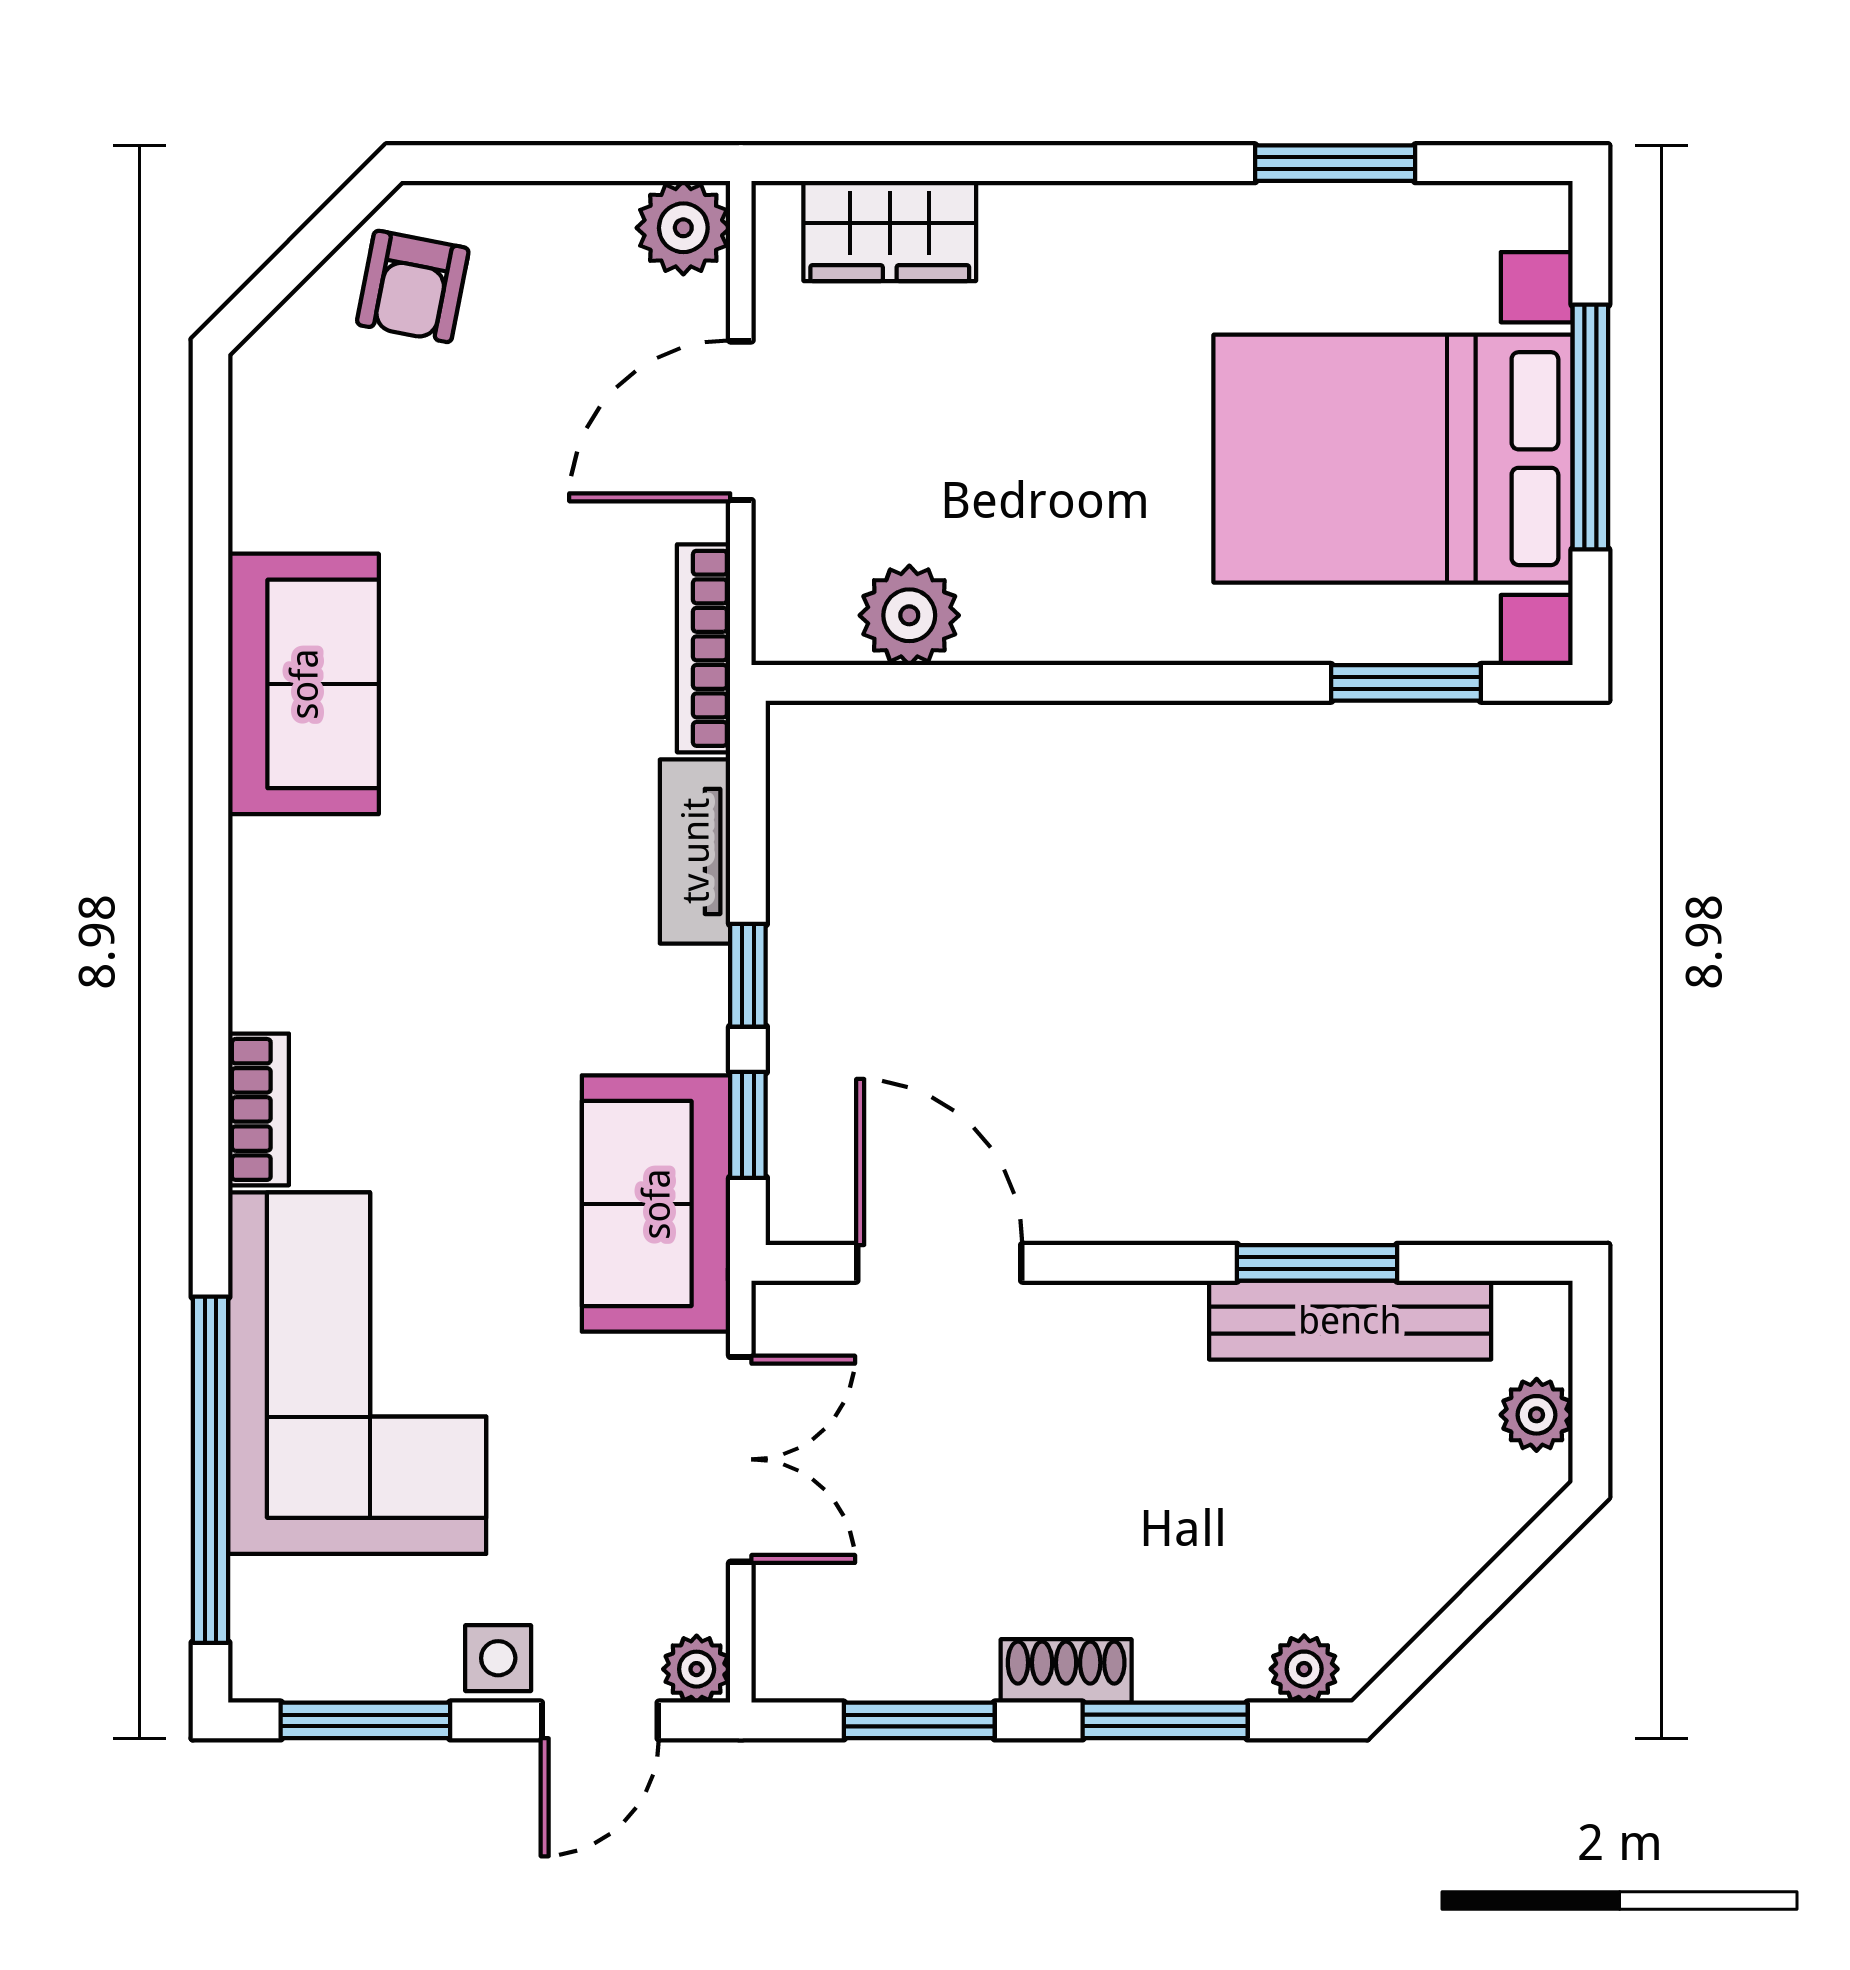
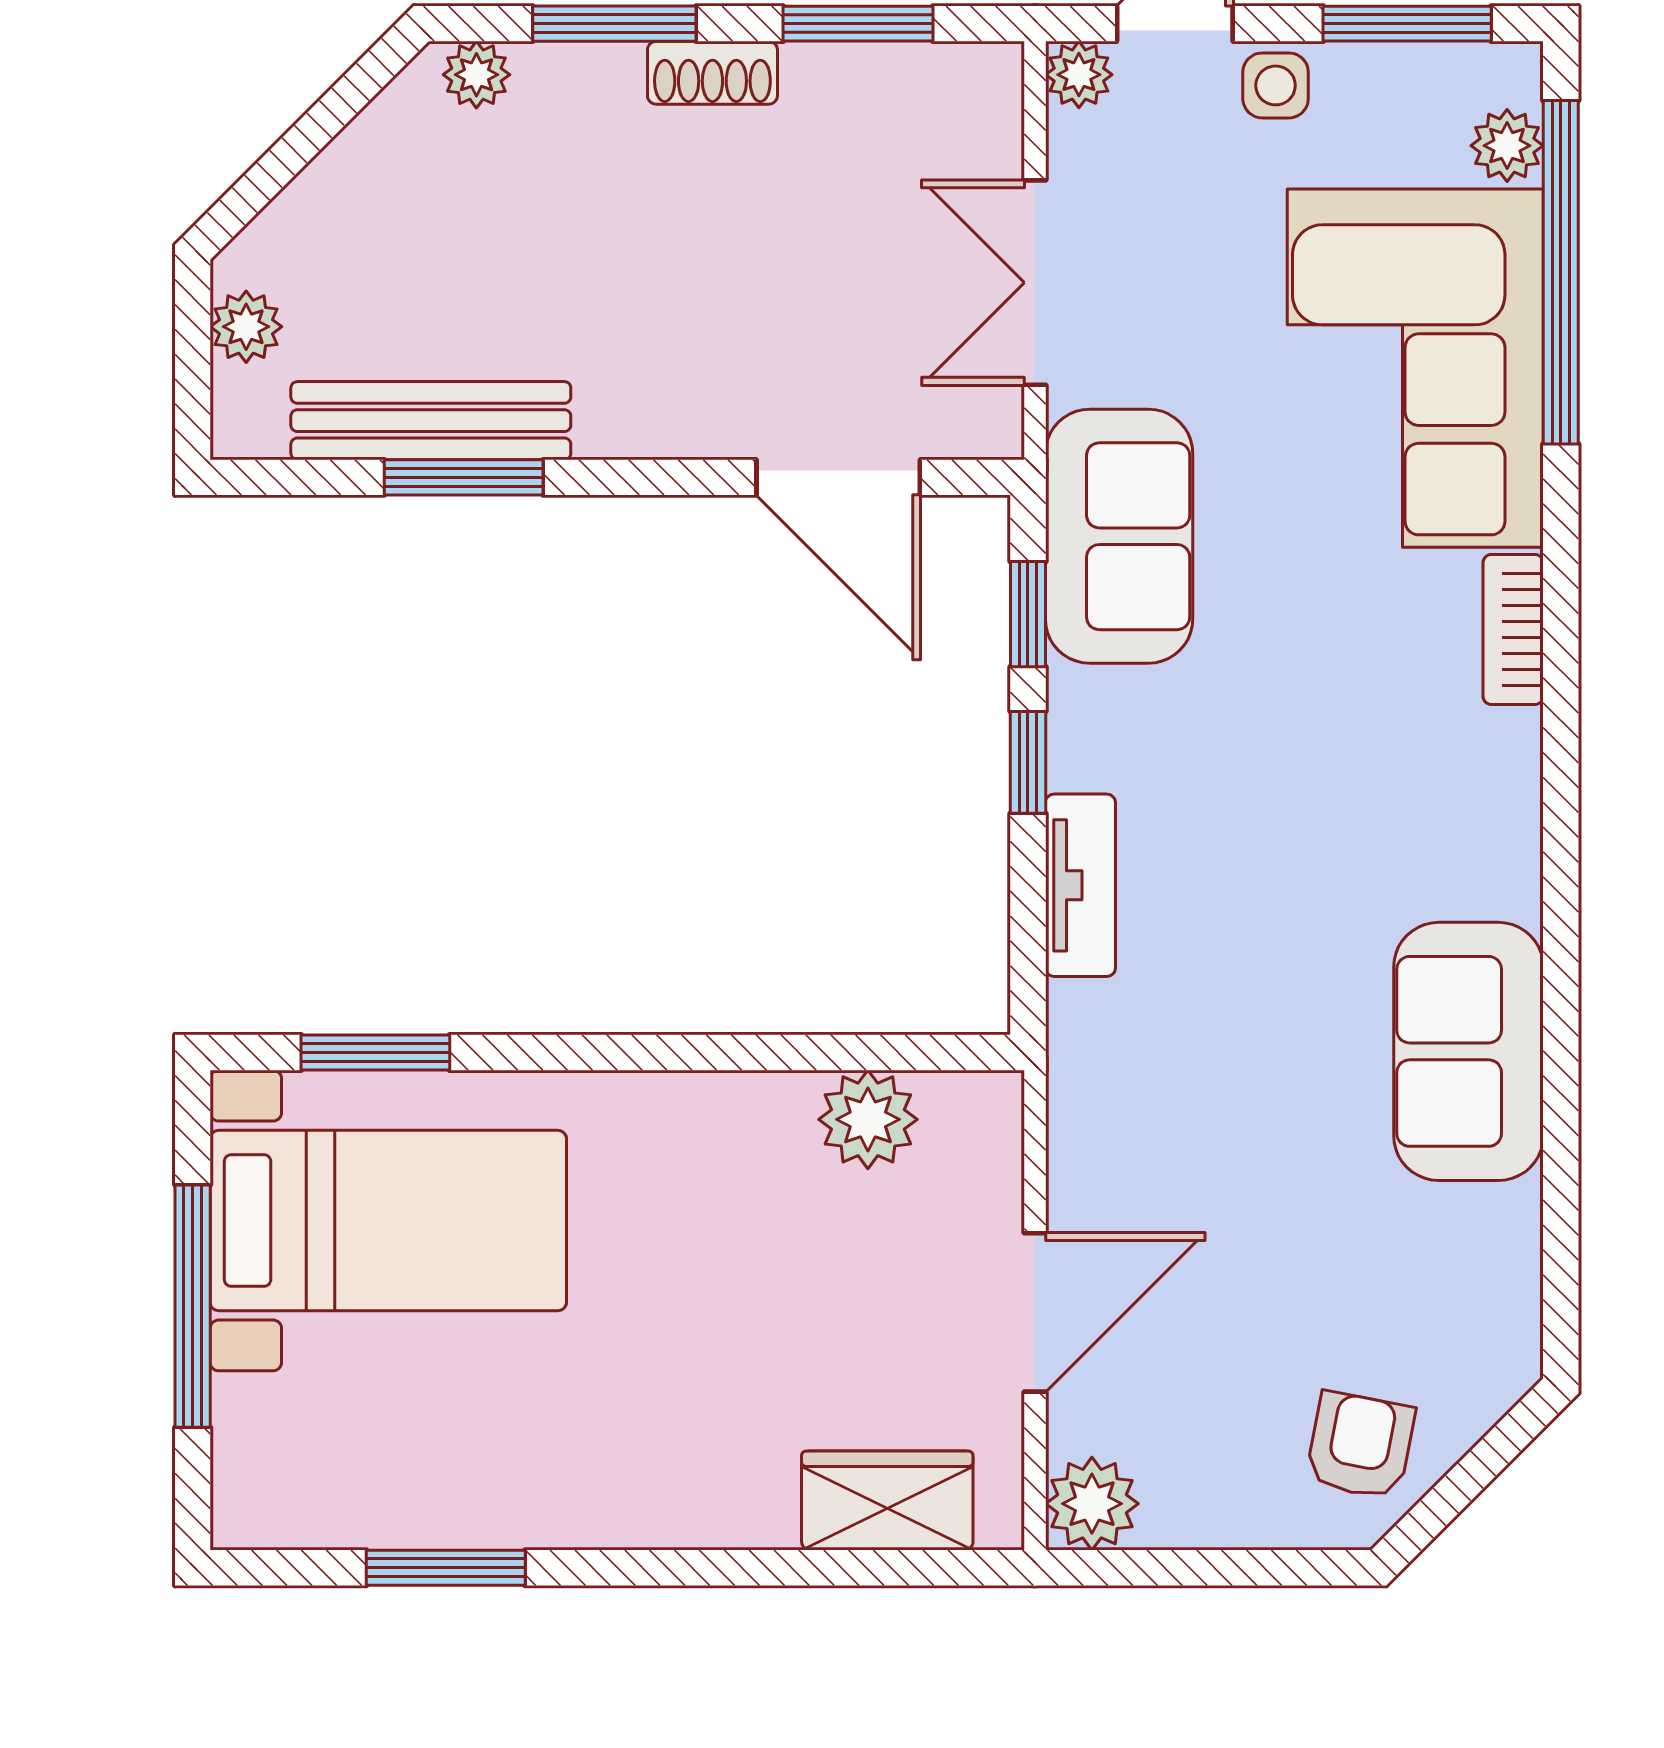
bed with nightstands: (1393, 459) -> (388, 1221), width x0.73
bookcase: (704, 648) -> (1072, 1087), removed
plant: (265, 1598) -> (1507, 146), added

